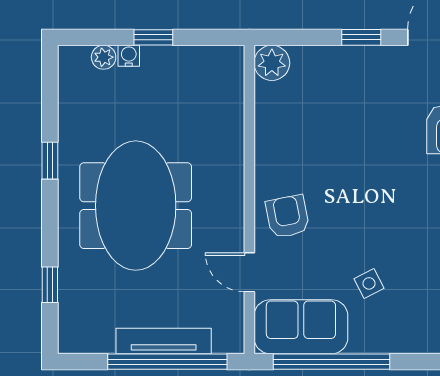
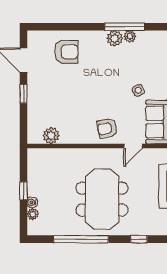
plant: (272, 63) -> (51, 136), moved
window: (50, 161) -> (81, 239), width x3.17
meeting table: (136, 206) -> (102, 199), turned 90

